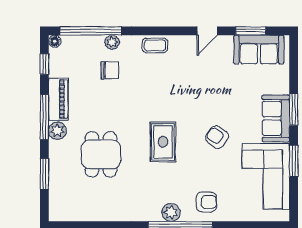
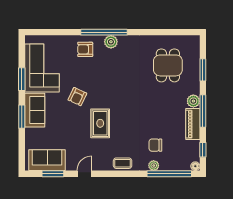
armchair: (217, 137) -> (77, 97), turned 80
rug: (163, 142) -> (100, 123), moved
dining table: (101, 154) -> (168, 65), moved

